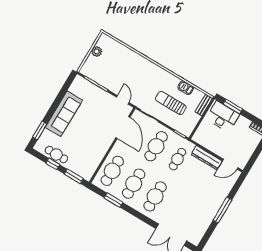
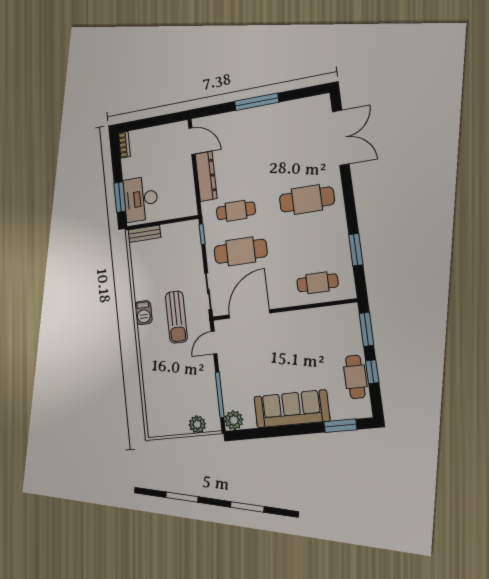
plant: (97, 51) -> (197, 424), moved
plant: (79, 82) -> (234, 420), added
barbecue: (186, 88) -> (143, 313), moved
sun lounger: (171, 103) -> (176, 317), moved
cafe table: (112, 171) -> (317, 283), width x0.73, depth x0.74
cafe table: (134, 184) -> (312, 241), removed

